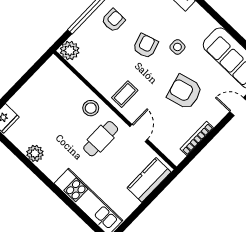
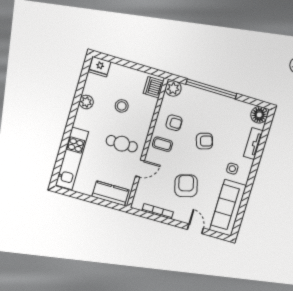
armchair: (113, 20) -> (174, 123), moved
side table: (177, 47) -> (232, 169), moved
dishwasher: (57, 71) -> (154, 87), added
stool: (91, 108) -> (122, 106), moved

